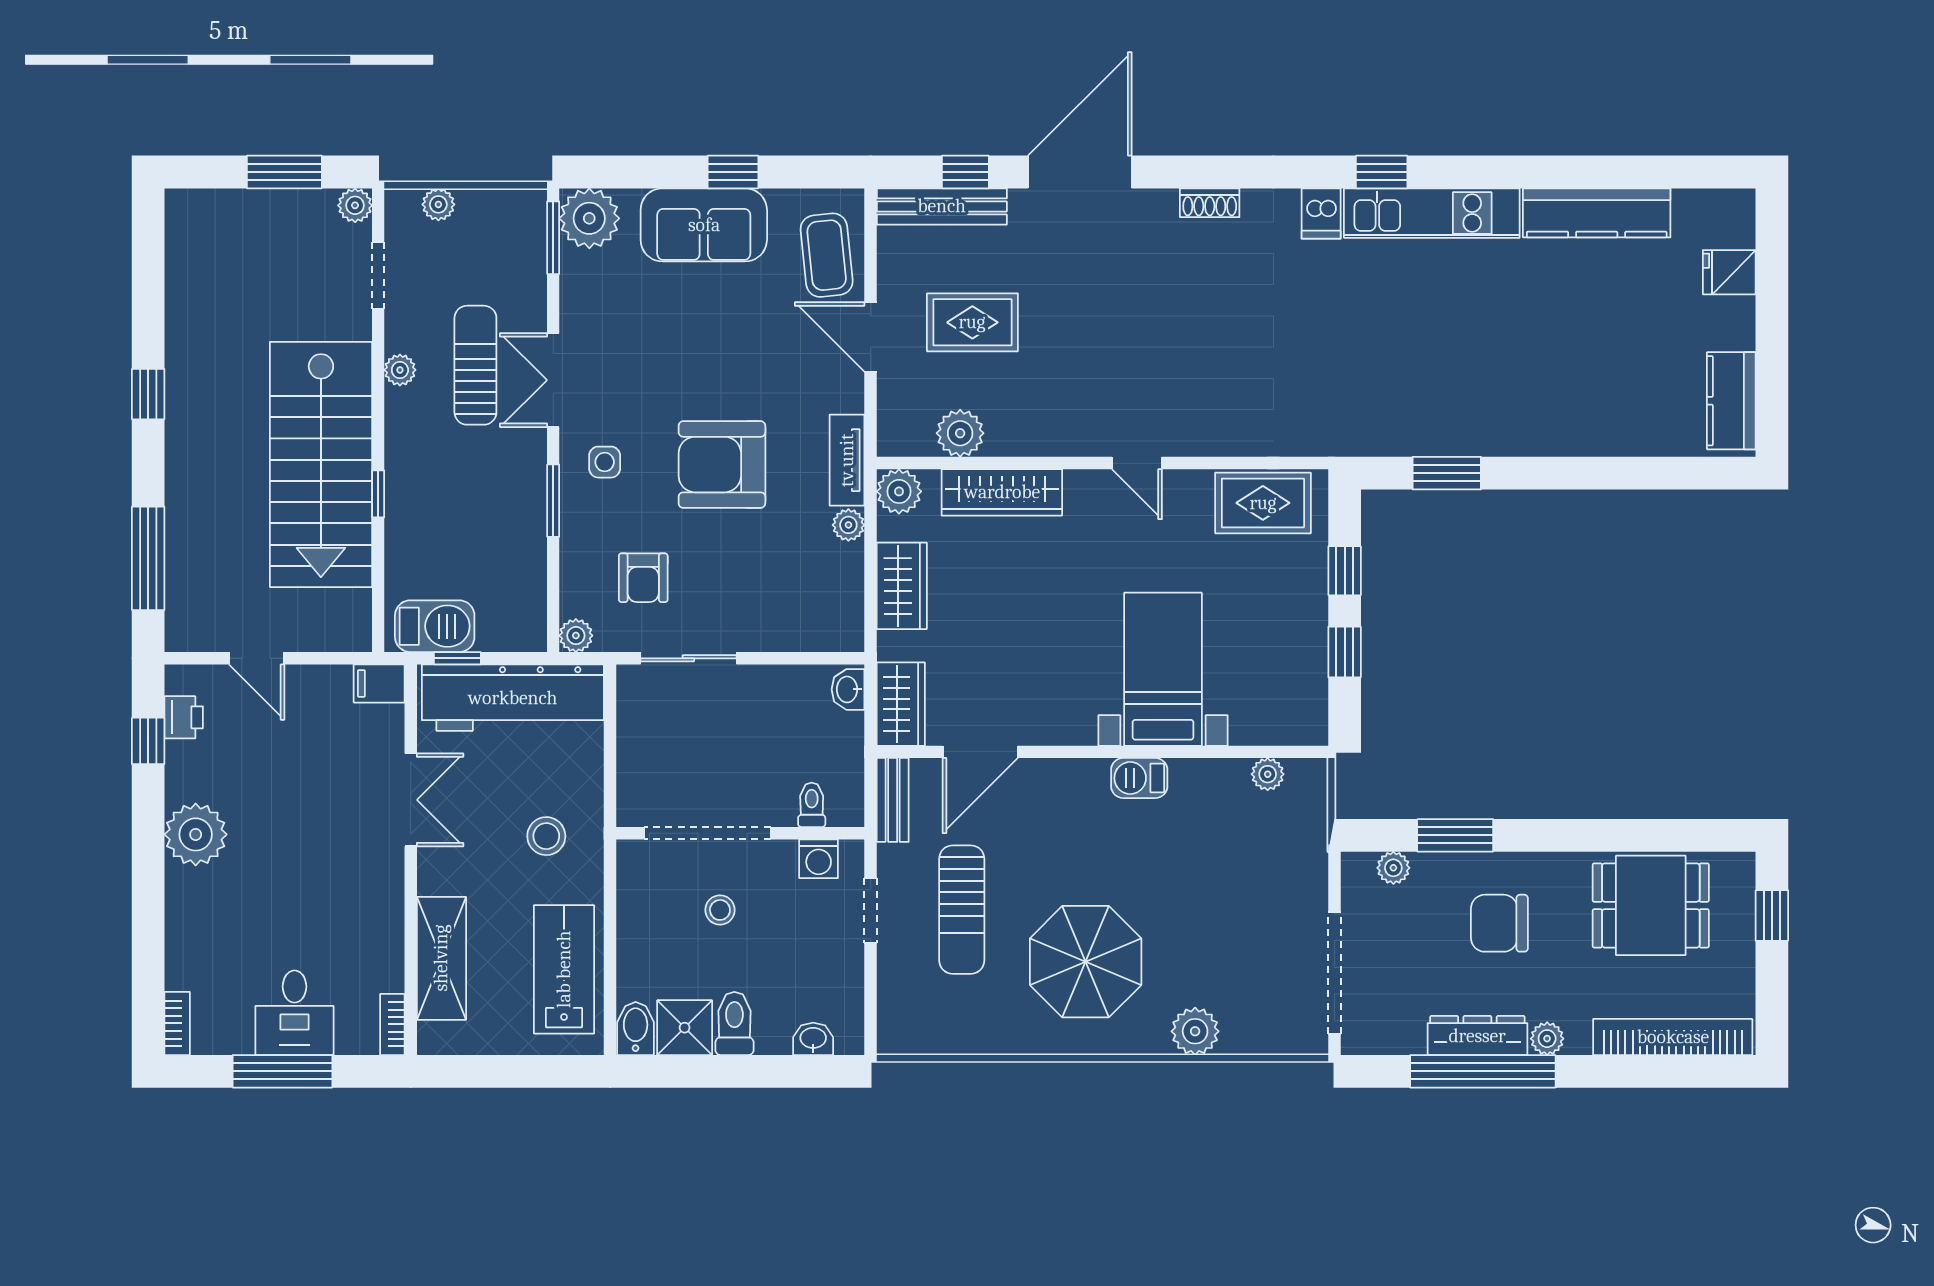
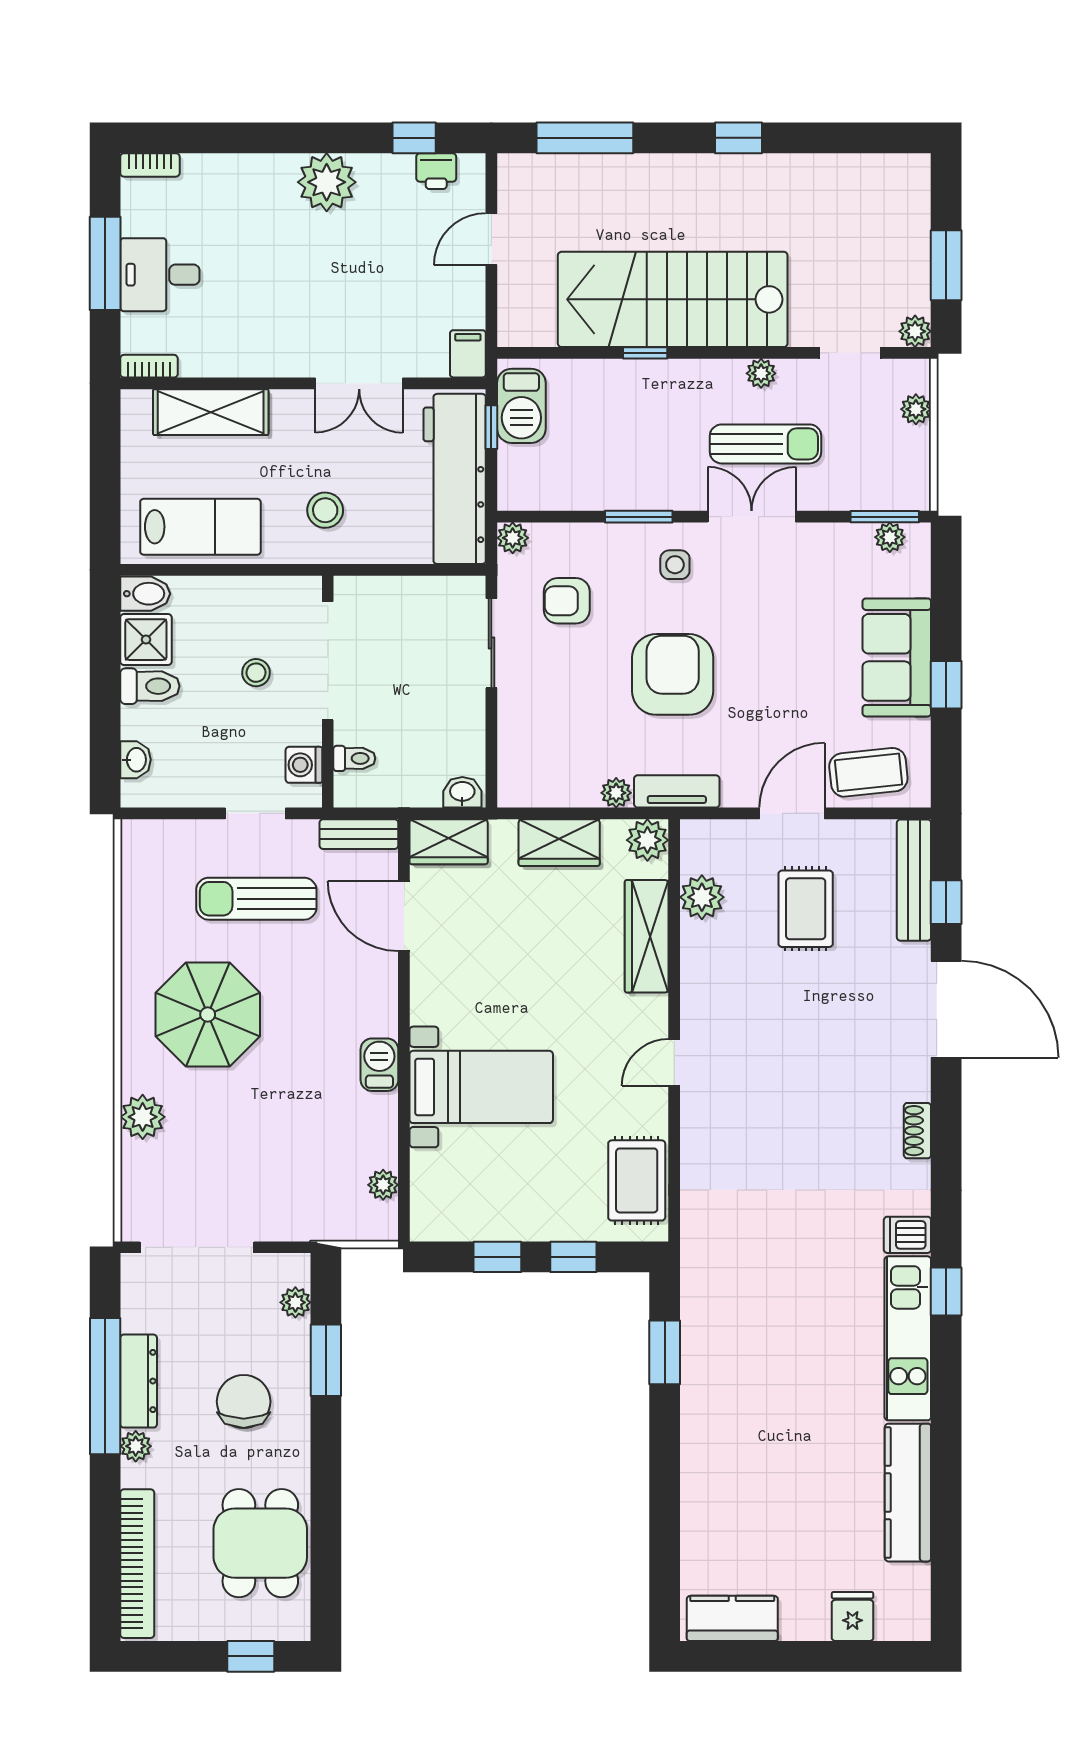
plant: (589, 218) -> (890, 537), width x0.53, depth x0.53

